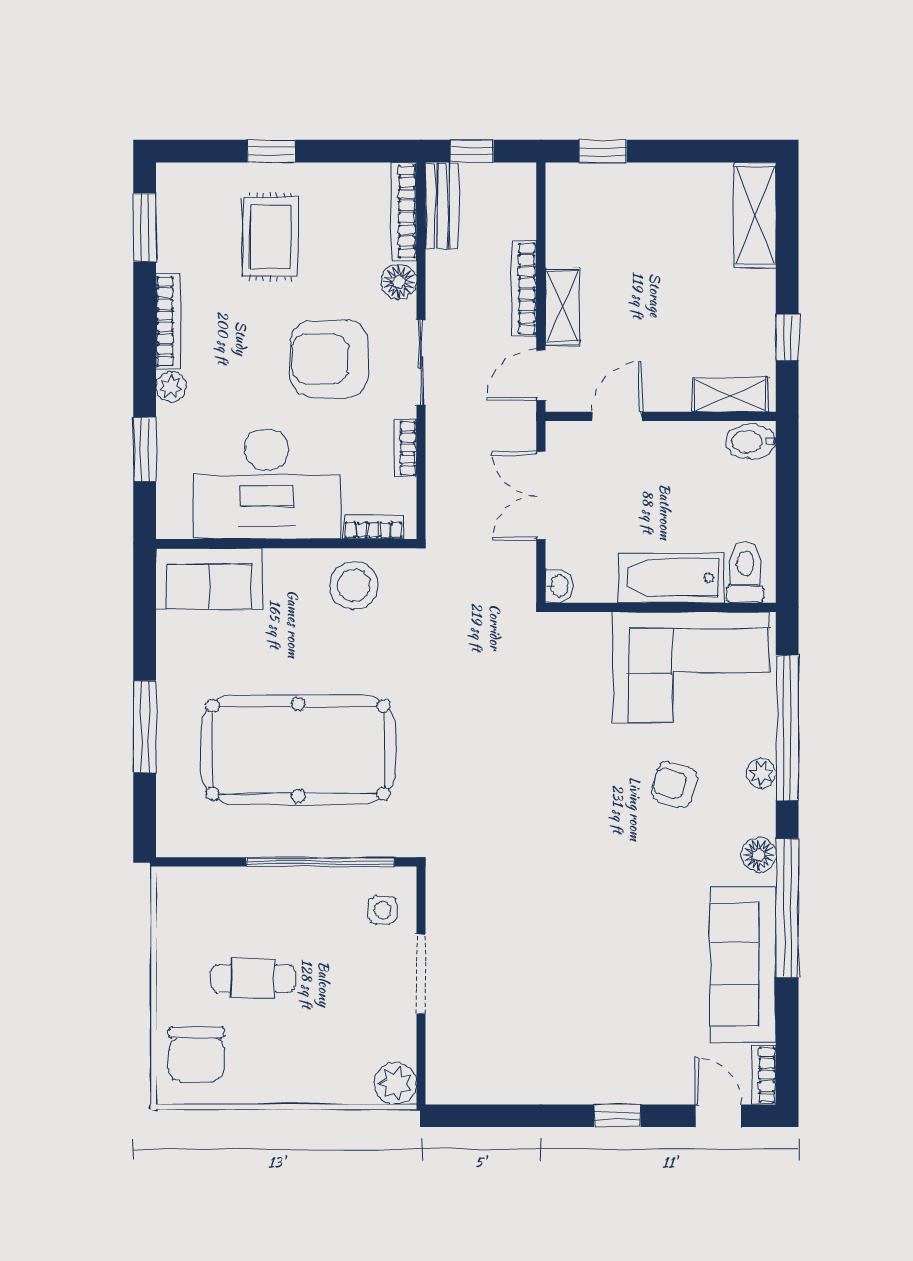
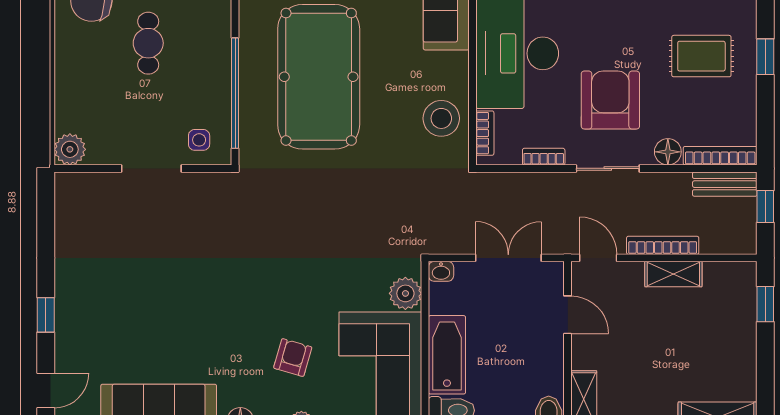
shelving: (563, 306) -> (673, 274), moved
plant: (588, 634) -> (405, 293), added

